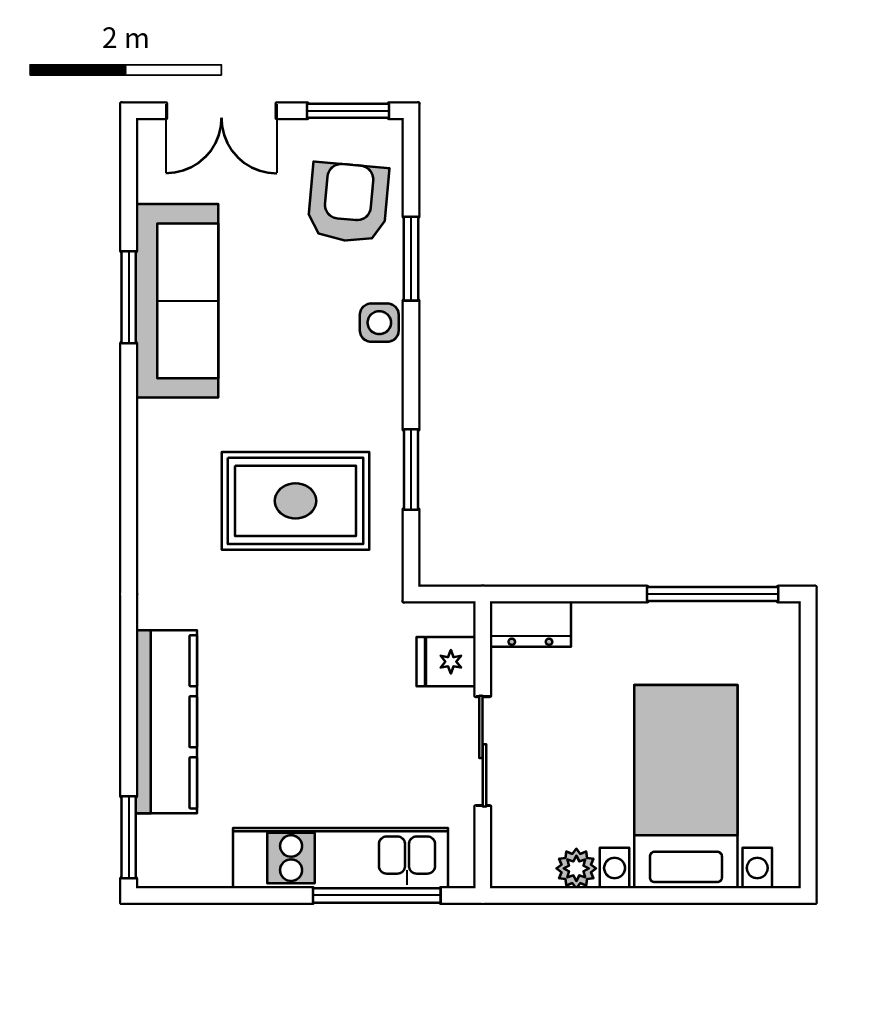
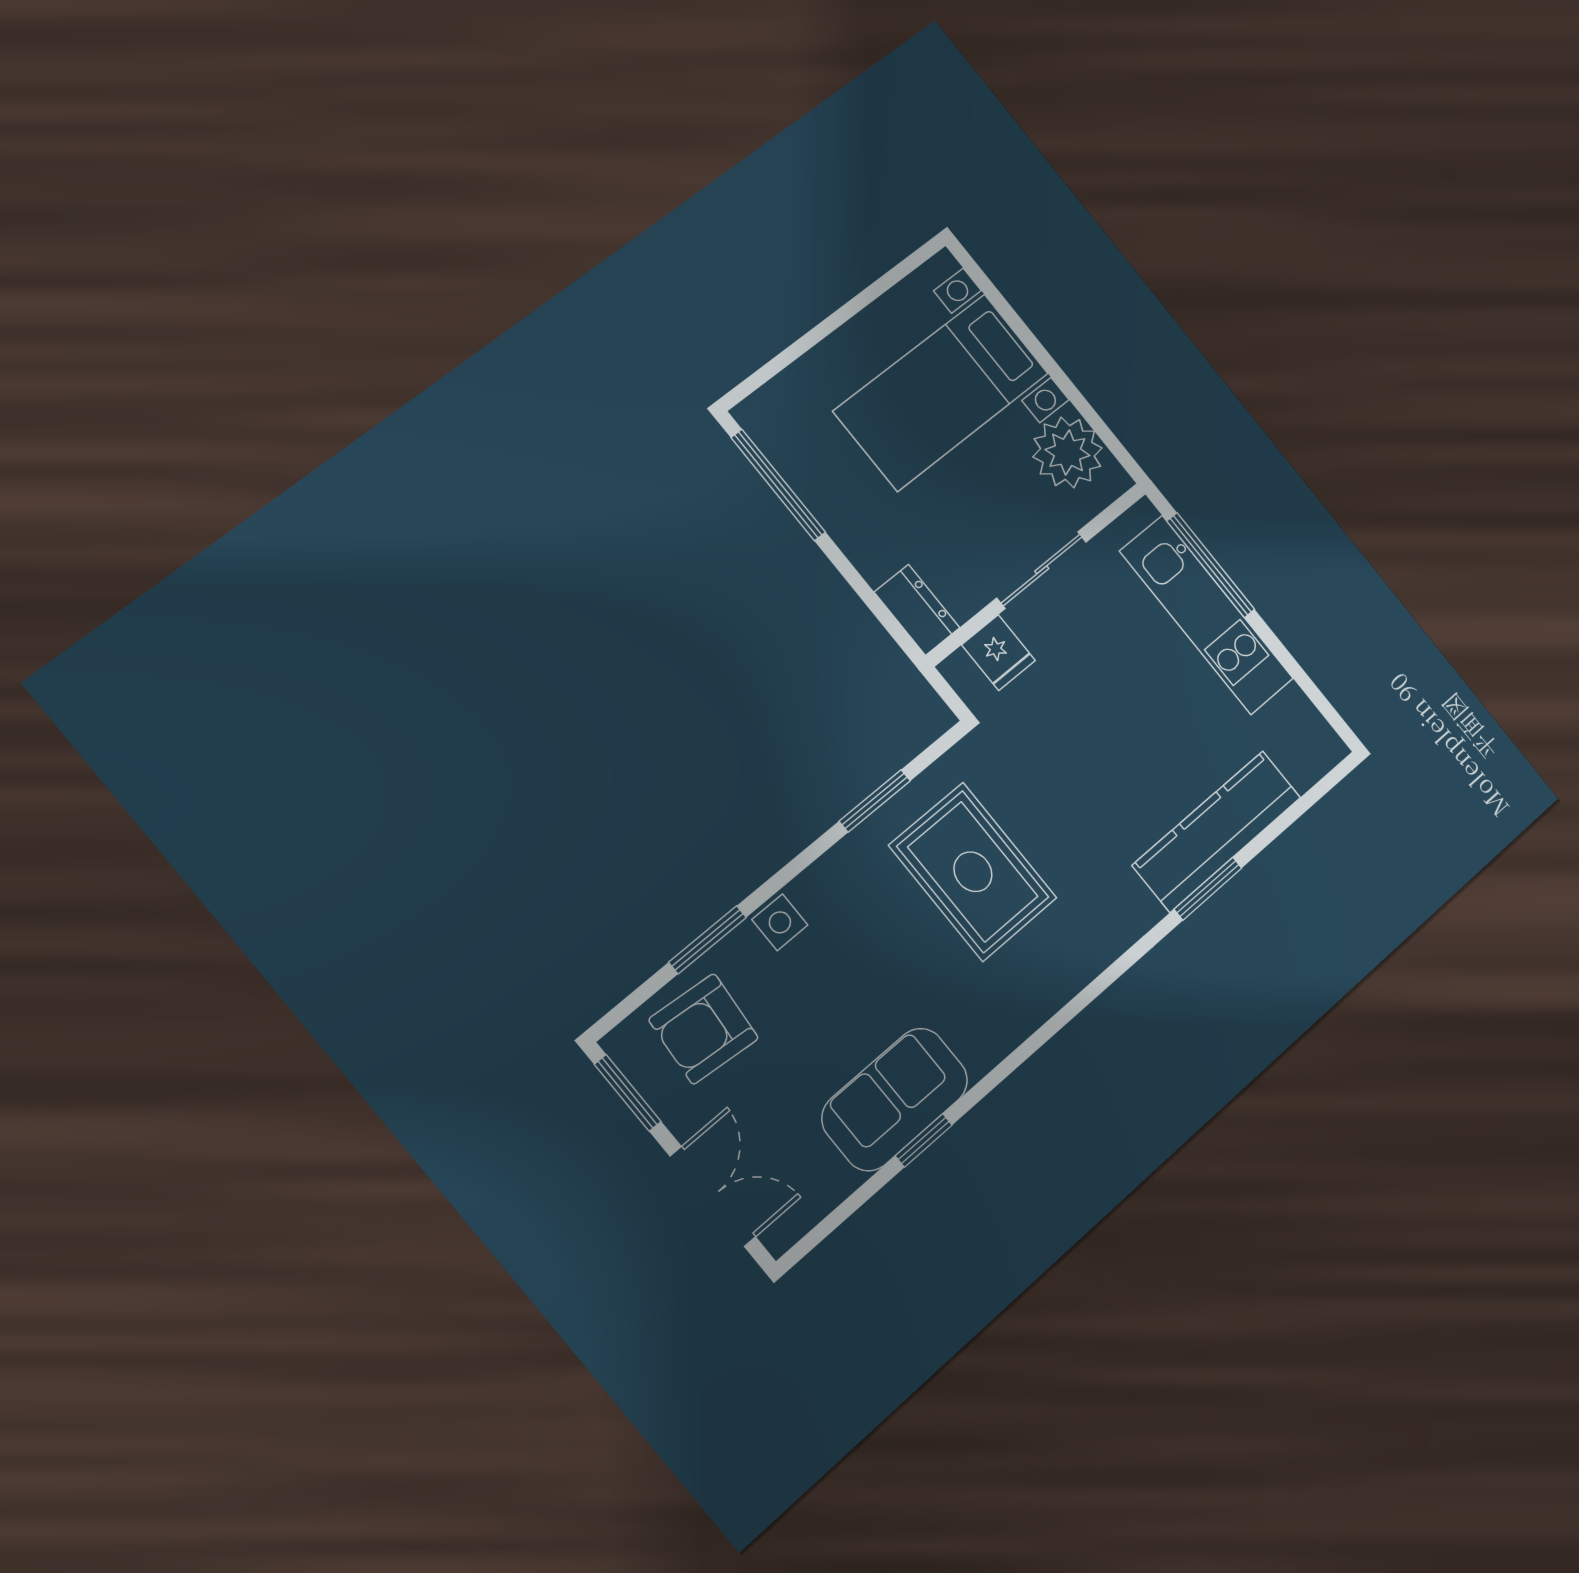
window: (129, 297) -> (924, 1140), width x0.67
sofa: (177, 301) -> (895, 1099), width x0.73
window: (129, 837) -> (1208, 889), moved
plant: (576, 868) -> (1067, 452), width x1.87, depth x1.87

